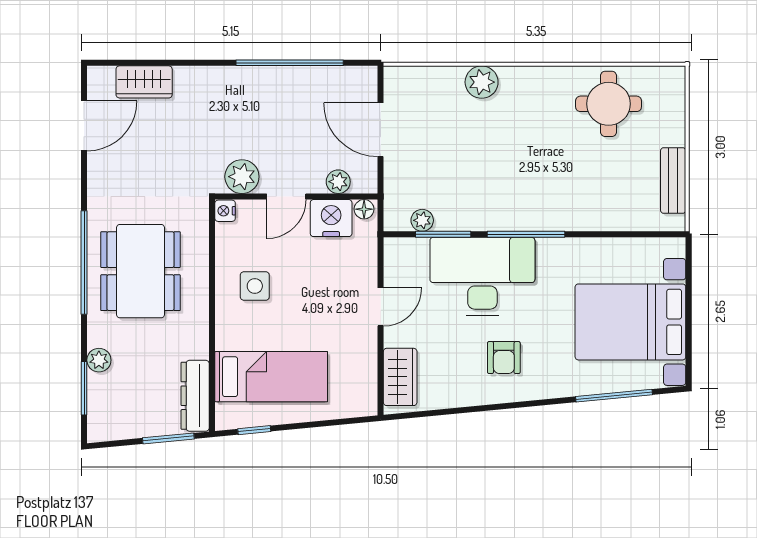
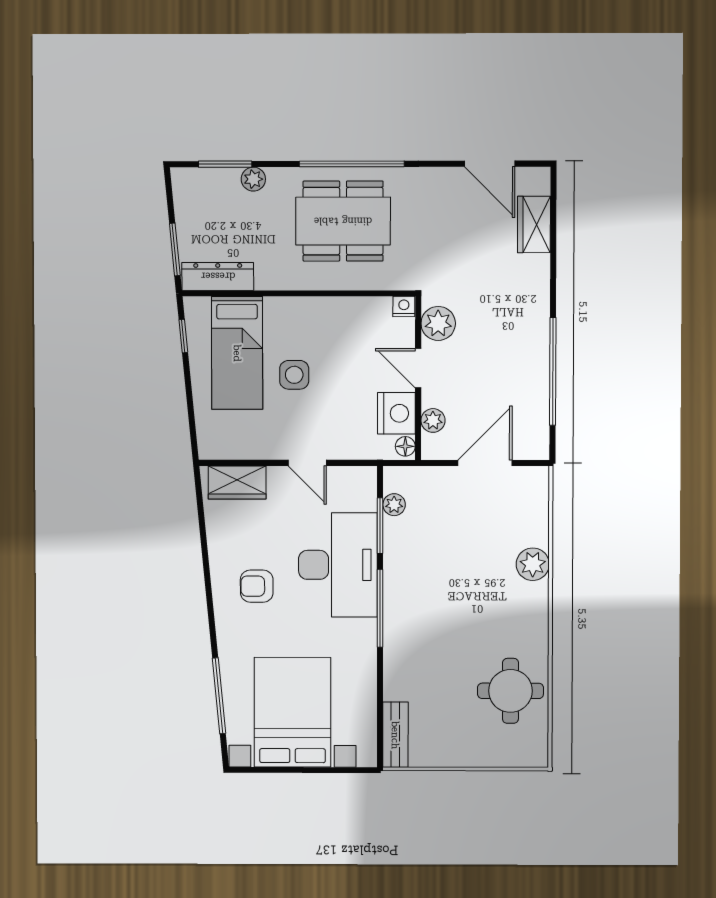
bench: (673, 180) -> (395, 735), moved, turned 90
side table: (255, 286) -> (294, 375), moved

